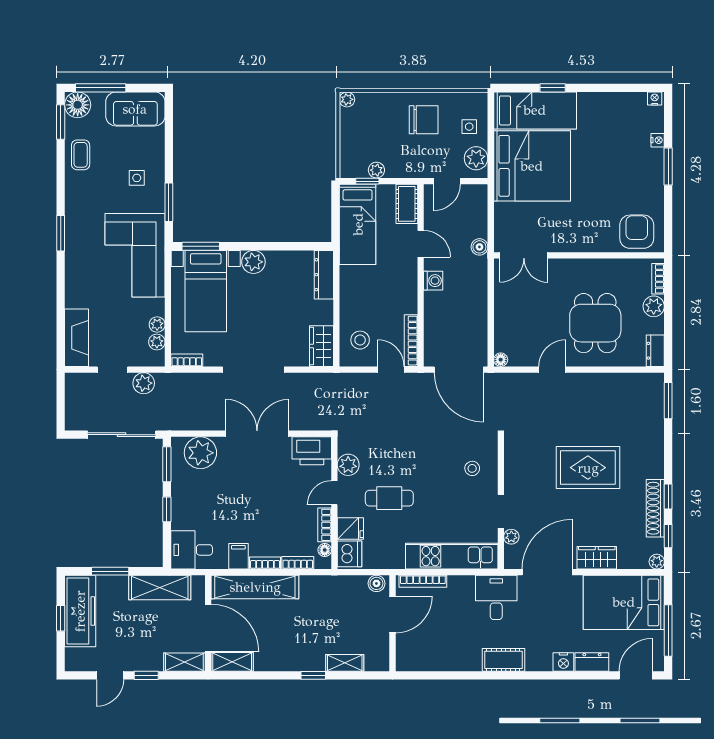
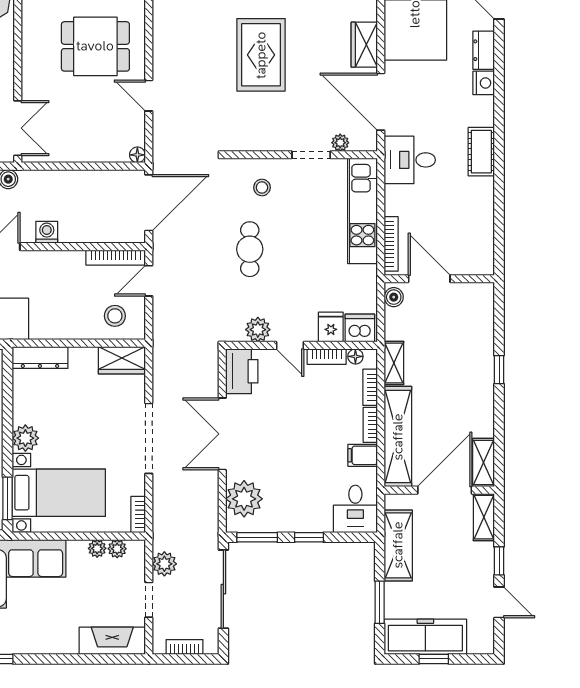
bookcase: (71, 401) -> (184, 647), added
cafe table: (389, 498) -> (250, 249), moved
shelving: (345, 663) -> (394, 363), moved

